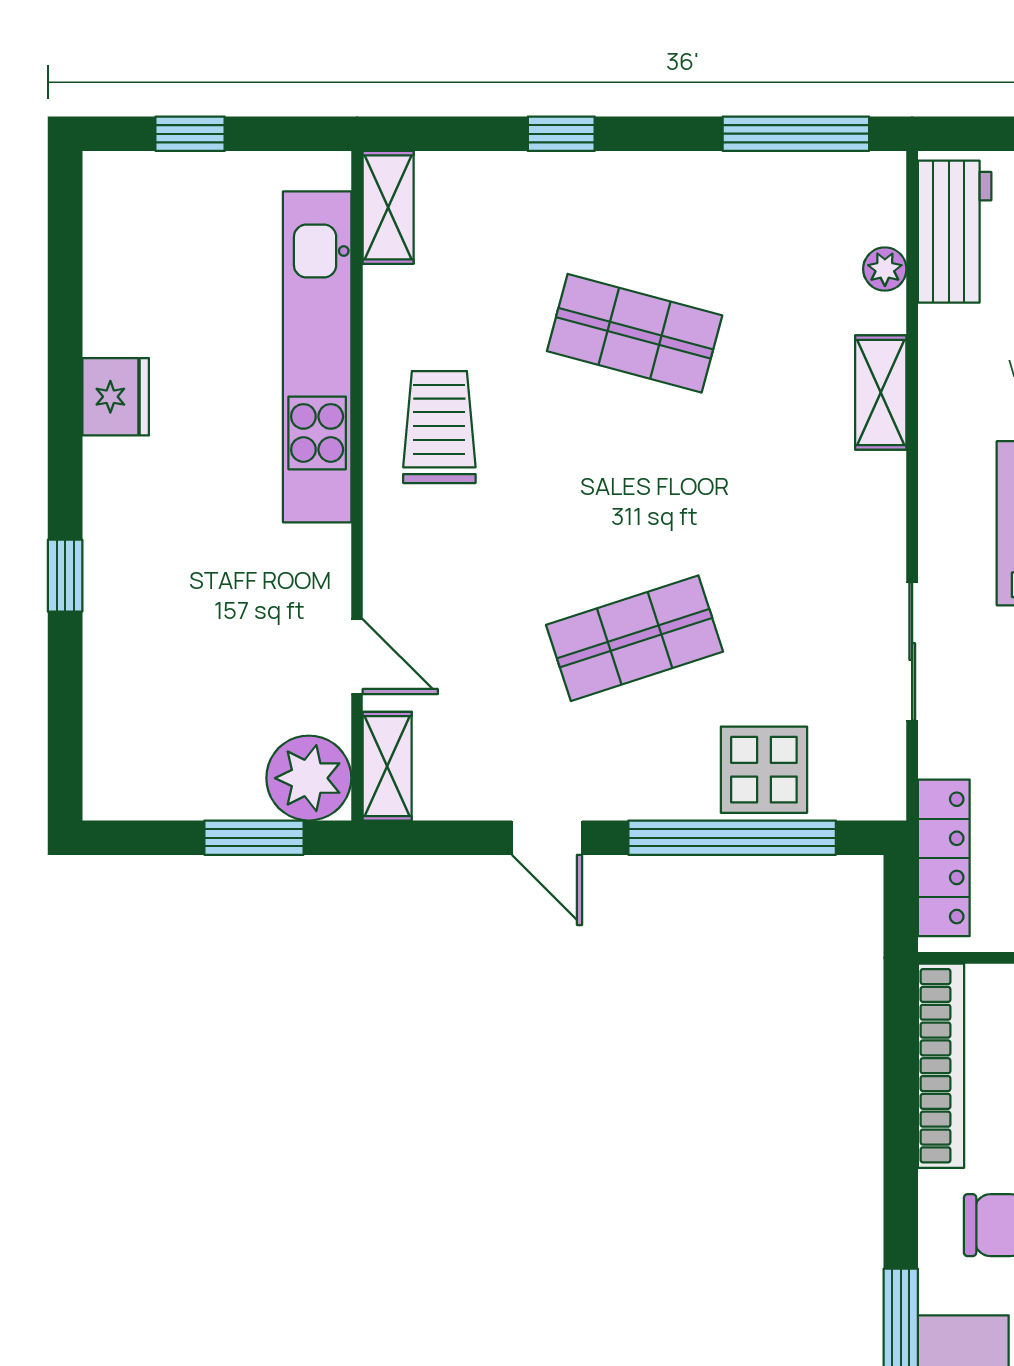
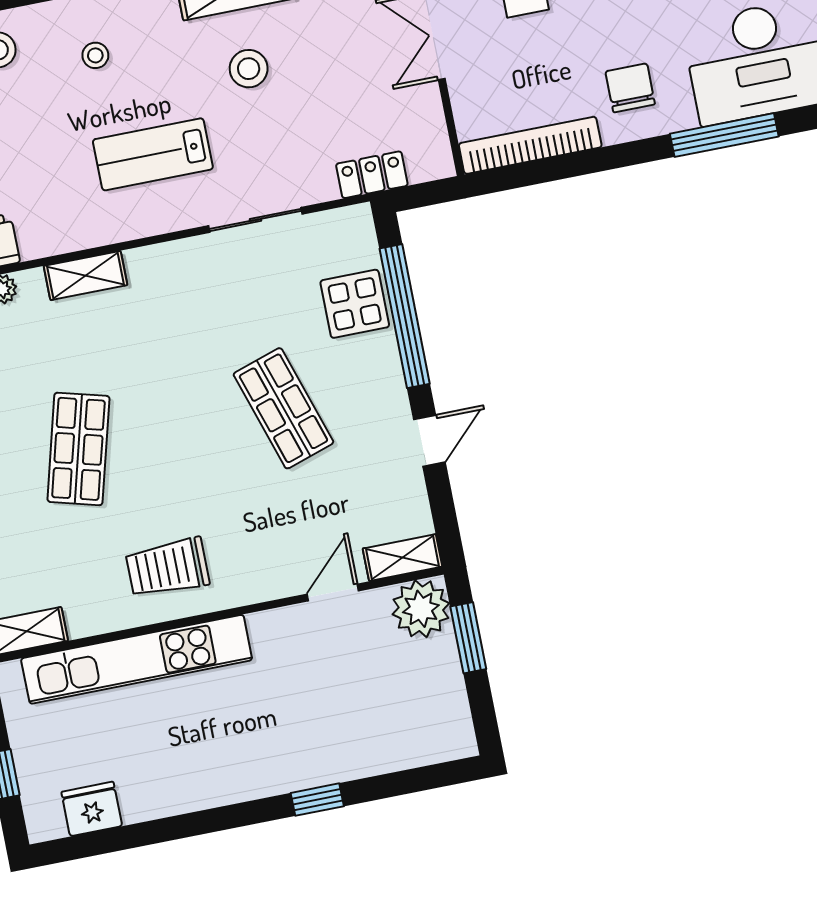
fridge: (116, 397) -> (92, 809), moved
locker: (944, 858) -> (372, 175), width x0.66

